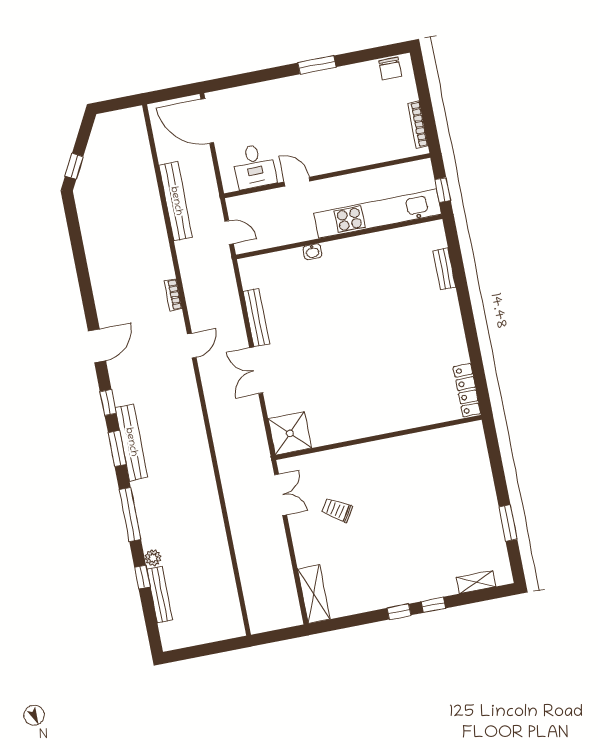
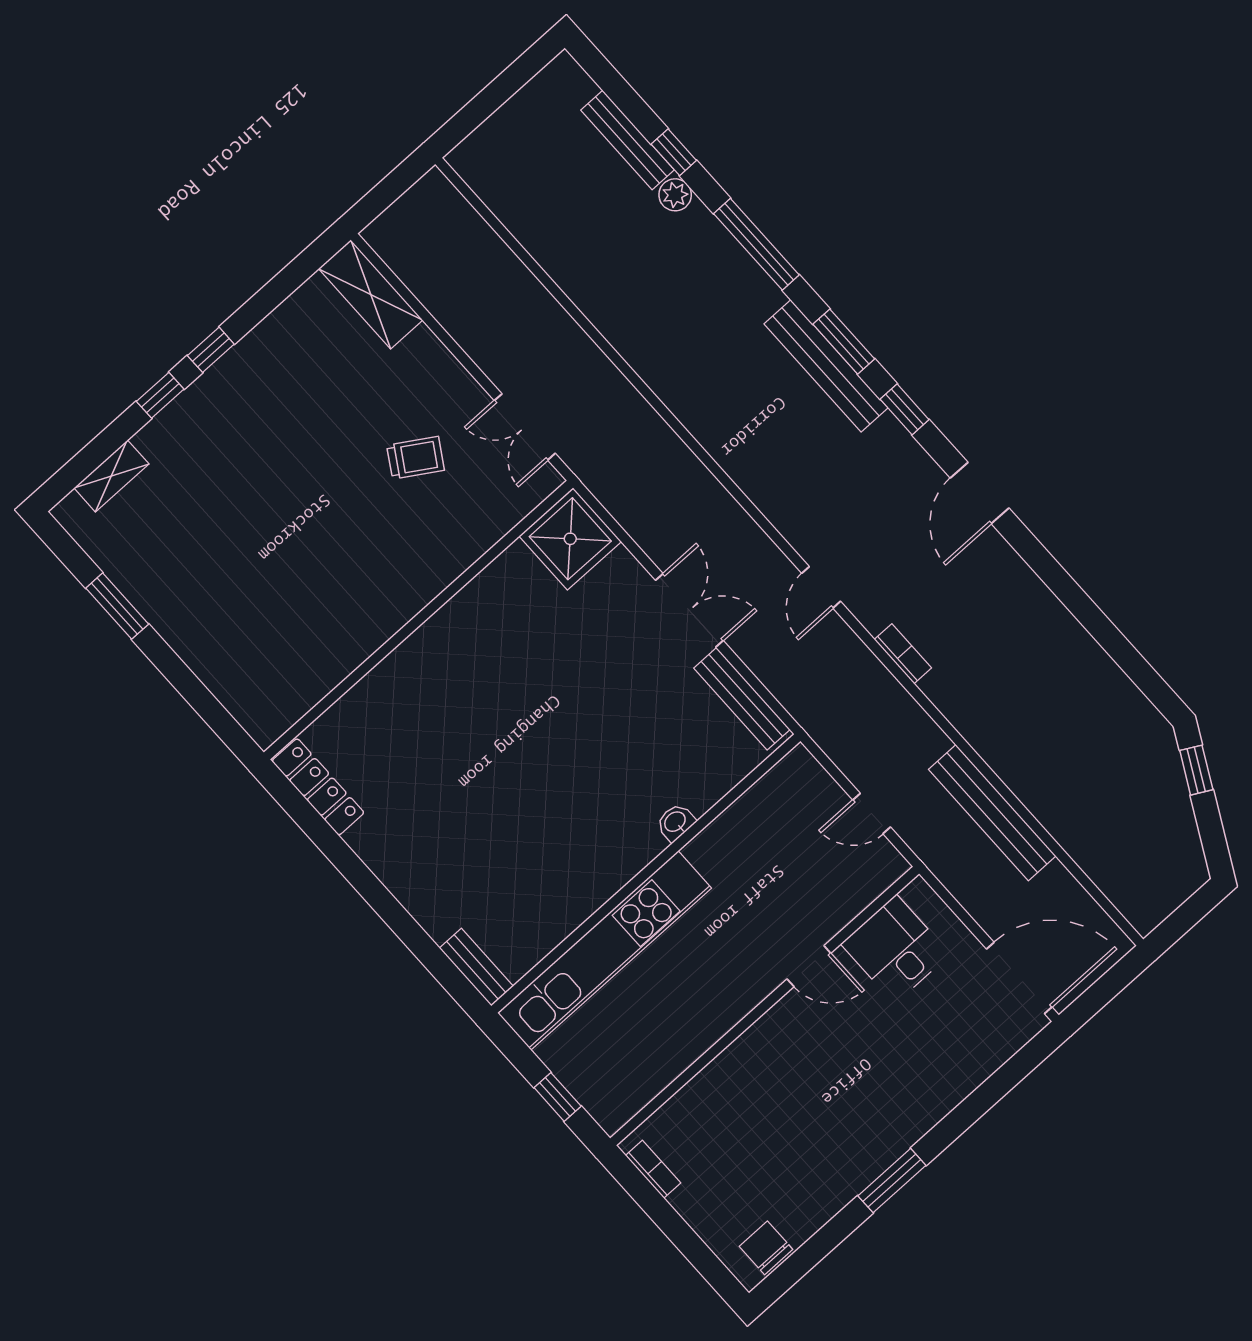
bookcase: (418, 125) -> (653, 1169), width x0.64
kitchen unit: (378, 214) -> (605, 950), moved
wall: (339, 237) -> (646, 874), moved
washbasin: (312, 252) -> (675, 822), moved

